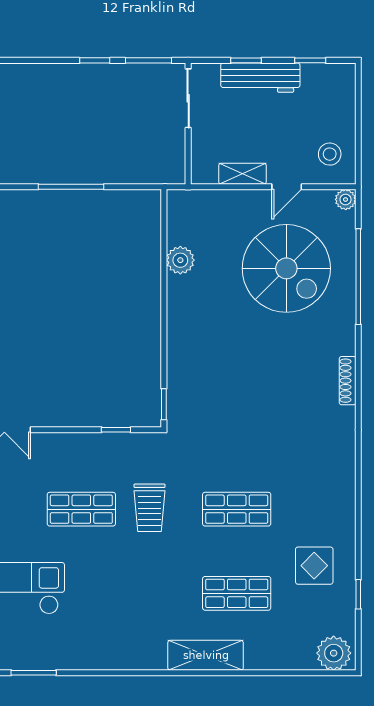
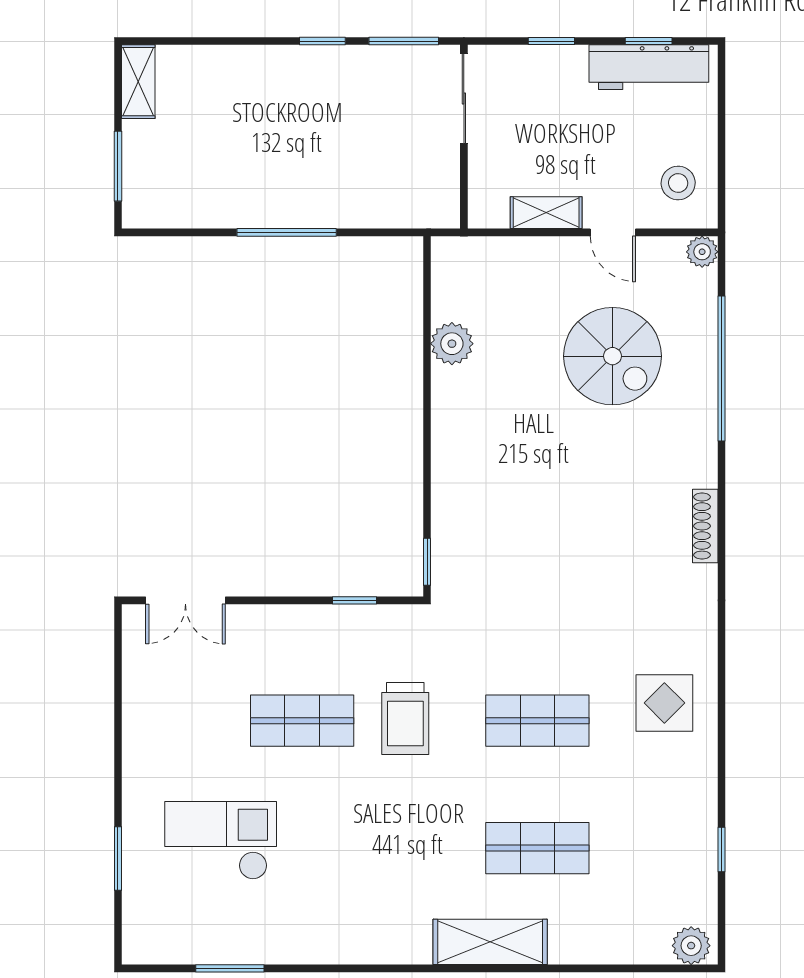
workbench: (260, 78) -> (649, 67), moved
door: (287, 187) -> (613, 232), hinge flipped
spiral stairs: (286, 268) -> (613, 356), width x0.73, depth x0.73
display table: (314, 566) -> (664, 703), moved
plant: (334, 653) -> (691, 946), width x0.73, depth x0.73

